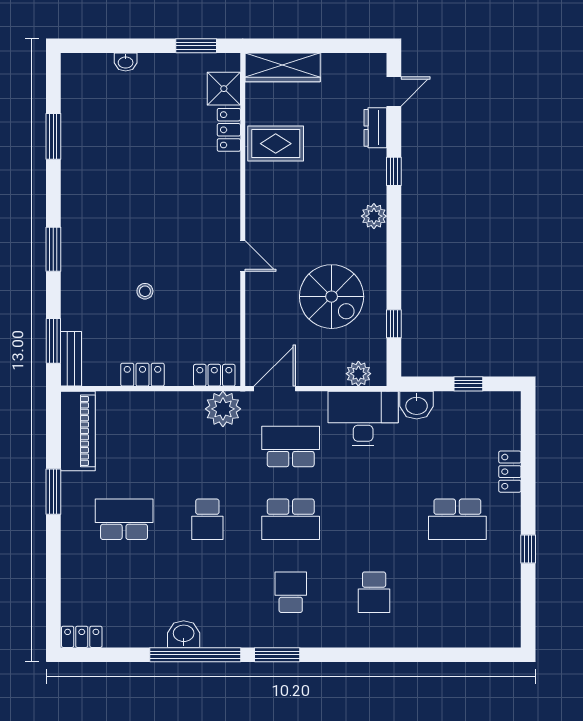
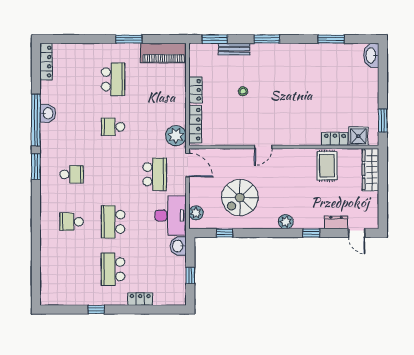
washbasin: (126, 62) -> (371, 55), moved, width x1.91, depth x1.45
bench: (71, 359) -> (234, 49), moved
locker: (214, 375) -> (195, 124), width x1.53
school desk: (291, 519) -> (113, 222), moved
locker: (82, 637) -> (46, 62), width x1.53

